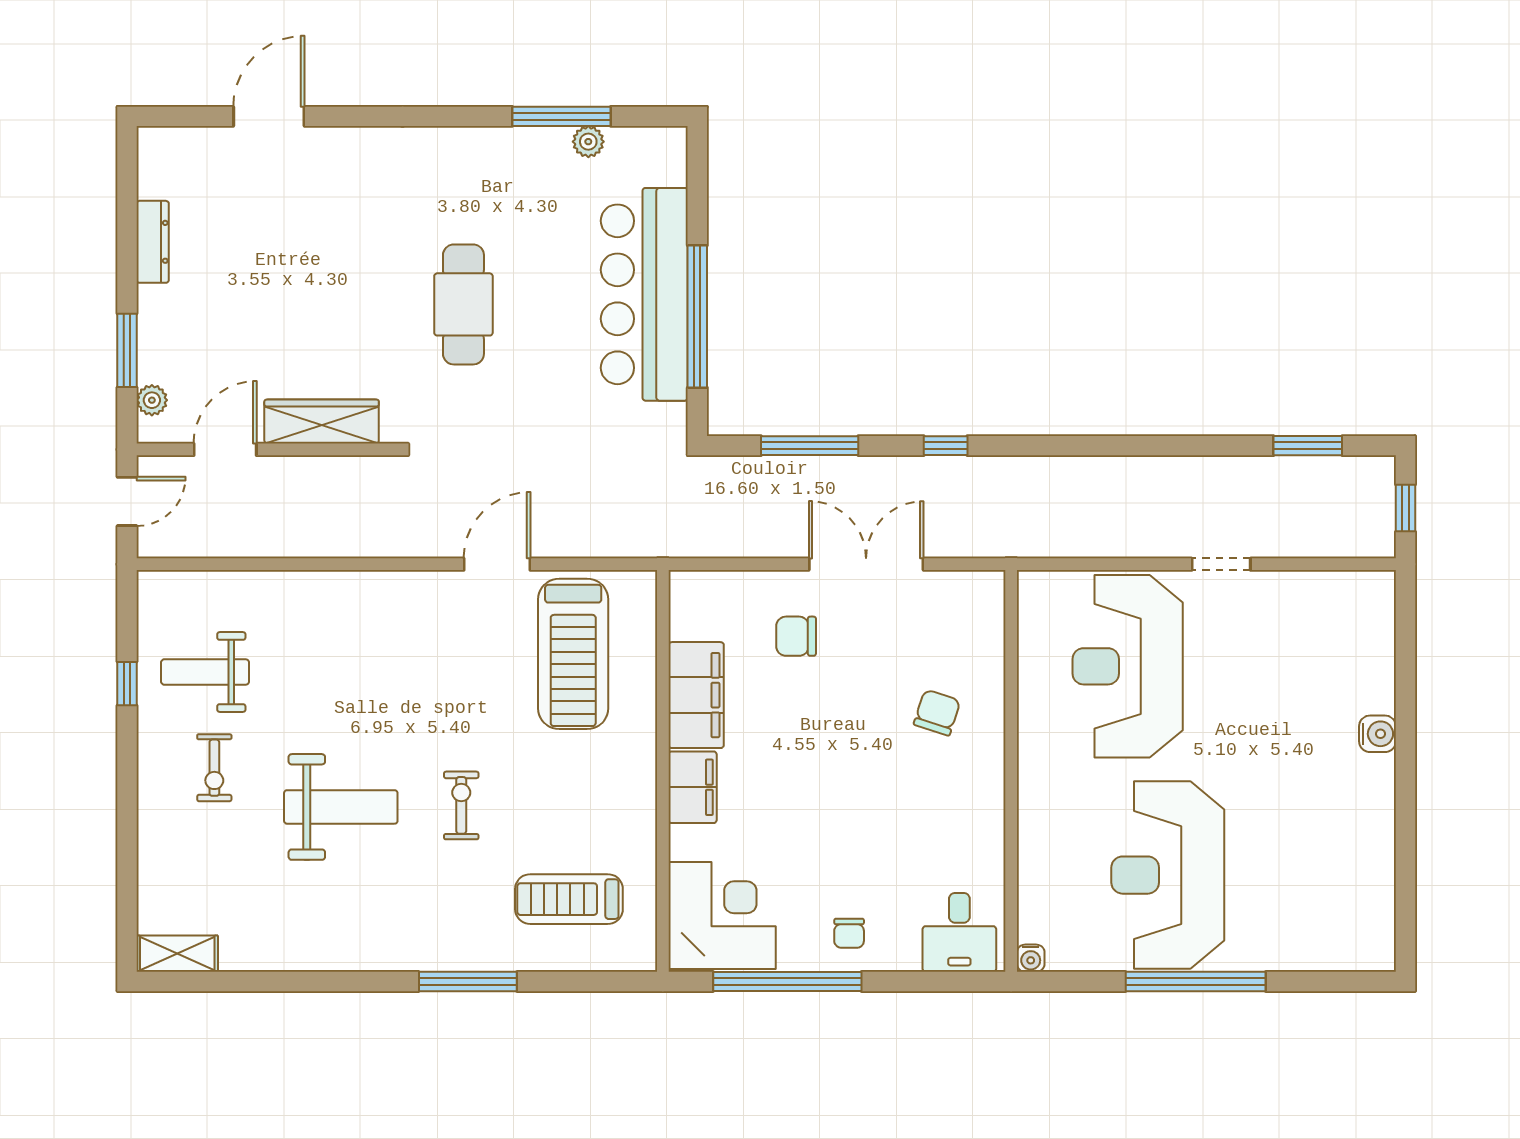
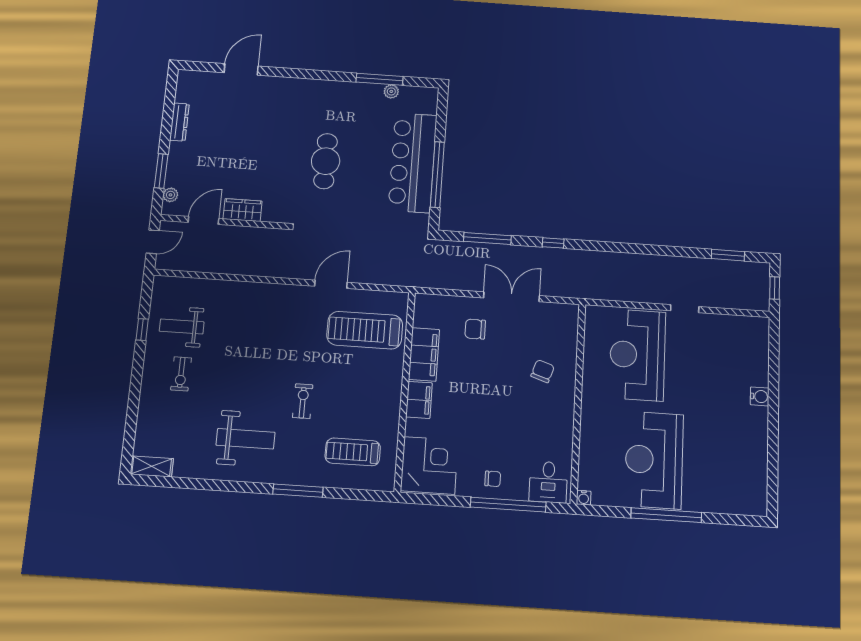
wardrobe: (322, 422) -> (243, 210), width x0.67
treadmill: (573, 654) -> (365, 330), turned 90
weight bench: (341, 807) -> (246, 439), moved
chair: (849, 933) -> (493, 479), turned -90
window: (787, 981) -> (508, 505), moved

